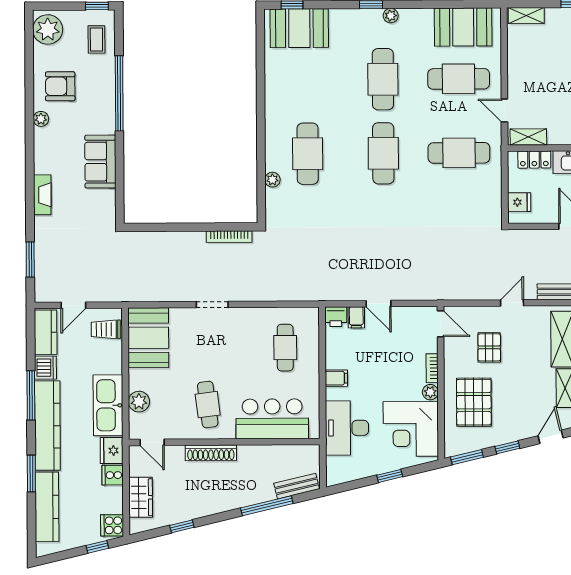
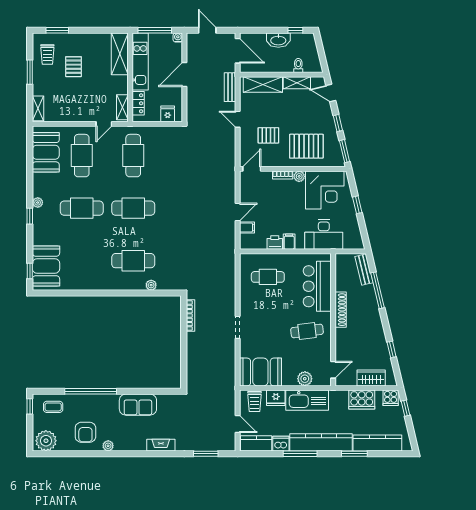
printer: (336, 317) -> (275, 242), moved, turned -90
fridge: (112, 451) -> (276, 398), moved
shoe rack: (211, 453) -> (341, 310), moved
cooker: (113, 475) -> (362, 400), width x1.87, depth x1.31

